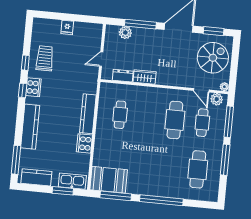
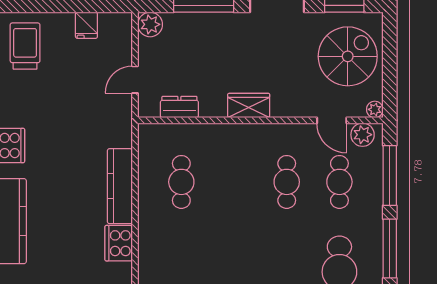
fridge: (67, 27) -> (86, 25), moved
plant: (125, 33) -> (150, 24), moved
trolley: (45, 58) -> (25, 46), moved
wardrobe: (145, 77) -> (249, 106), moved
cafe table: (175, 120) -> (287, 182), width x0.73, depth x0.74

